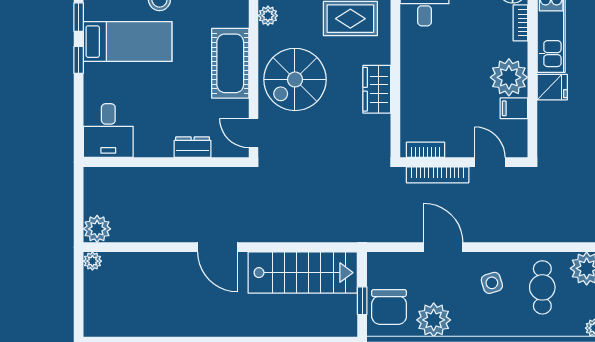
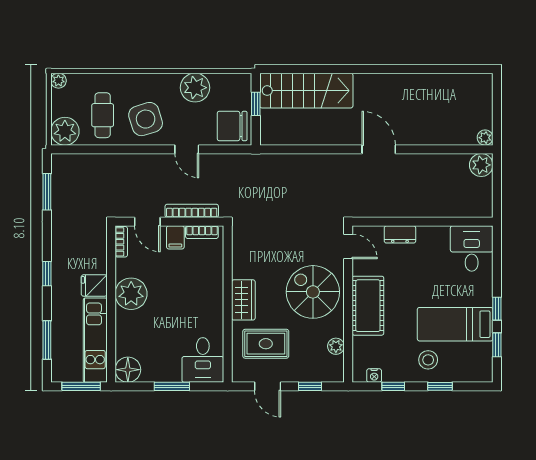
bookcase: (520, 23) -> (121, 242), moved
spiral stairs: (295, 79) -> (313, 292), turned -90
wardrobe: (377, 89) -> (243, 300), moved
filing cabinet: (514, 108) -> (175, 237), moved, turned 90
door: (443, 247) -> (187, 149), width x0.73
stairs: (303, 273) -> (306, 91), moved, turned 180
side table: (492, 283) -> (146, 119), width x1.87, depth x1.87
chair: (389, 307) -> (232, 126), moved, turned -90

